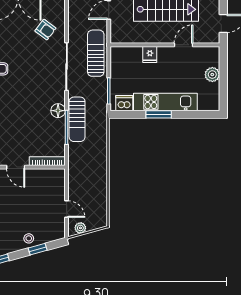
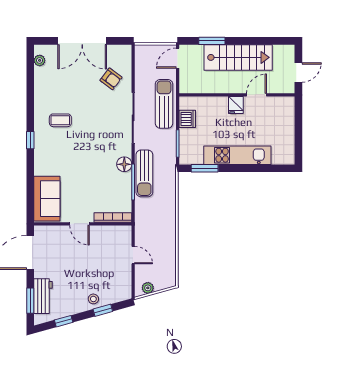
fridge: (150, 54) -> (236, 105), moved
plant: (212, 75) -> (287, 126), removed
dishwasher: (124, 103) -> (187, 119), moved, turned 90
window: (159, 114) -> (205, 168), moved
door: (67, 209) -> (133, 255), moved

